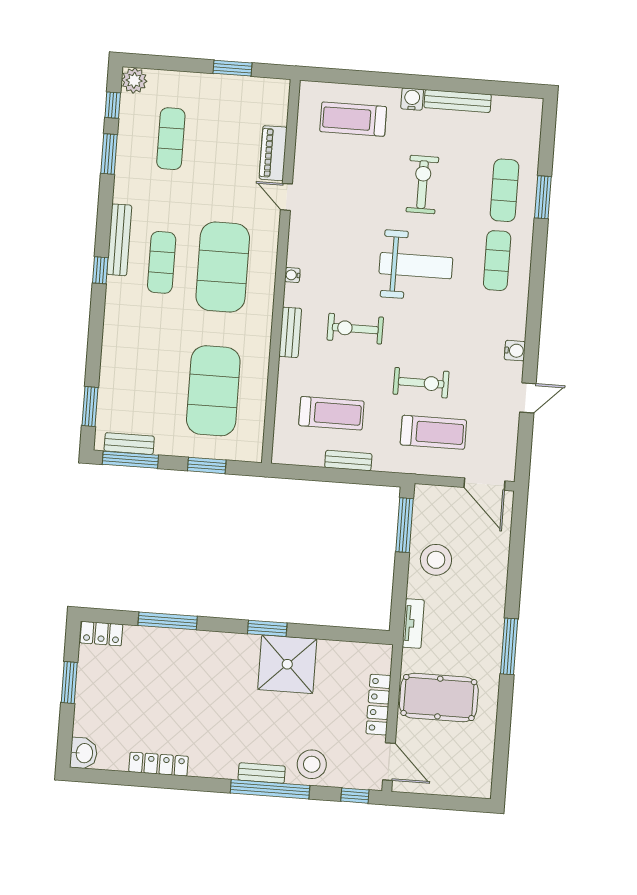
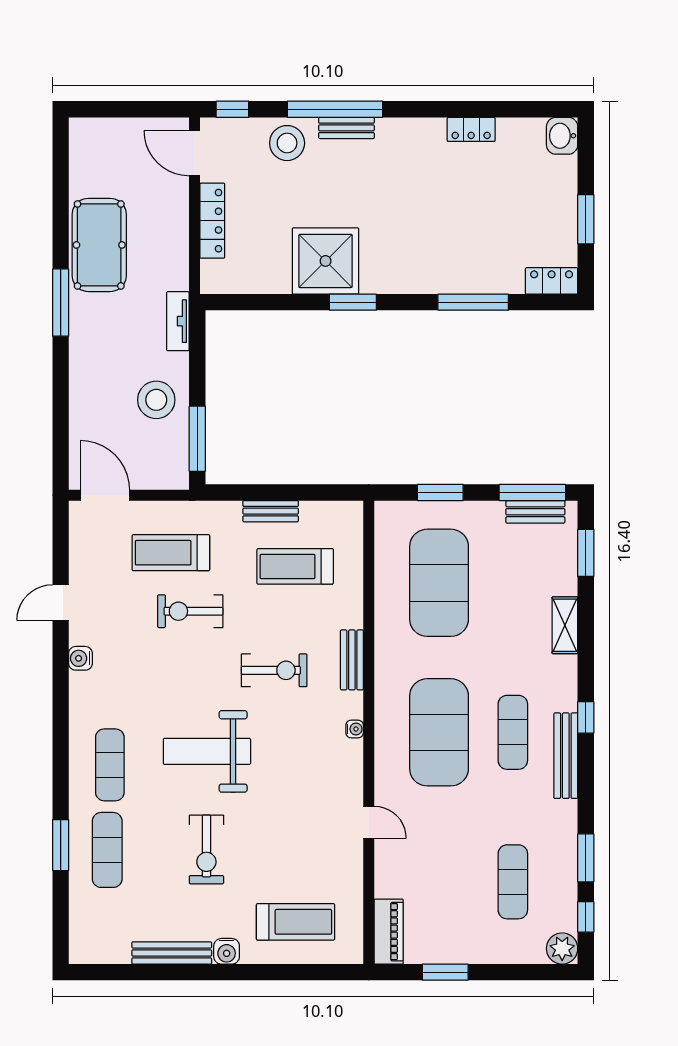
piano: (273, 153) -> (389, 932), moved
shelving: (112, 348) -> (565, 625), added
pool table: (439, 698) -> (99, 245), moved, turned 90
locker: (159, 764) -> (471, 129), width x0.66

